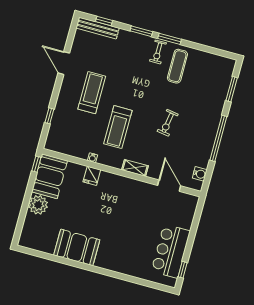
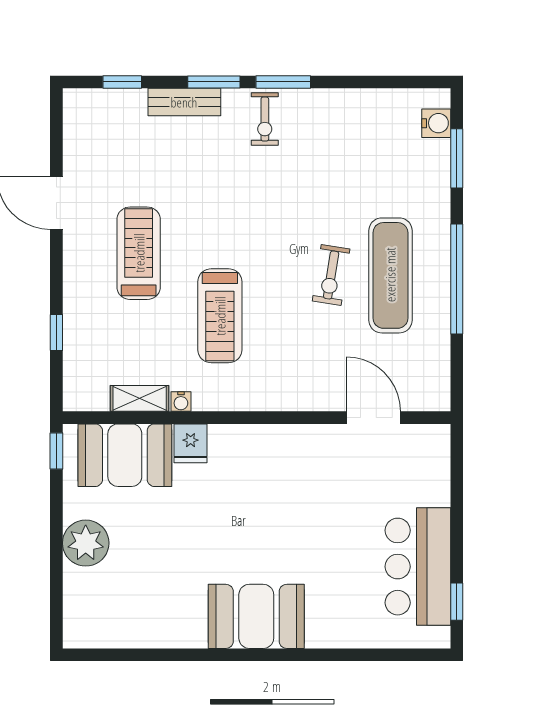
bench: (98, 28) -> (184, 102), moved, width x0.73
exercise mat: (177, 66) -> (390, 275), moved, width x1.36, depth x1.45
shelving: (135, 168) -> (140, 398), moved
water cooler: (200, 174) -> (436, 123), moved
booth: (49, 176) -> (125, 455), moved, turned 90
booth: (77, 247) -> (256, 616), moved

